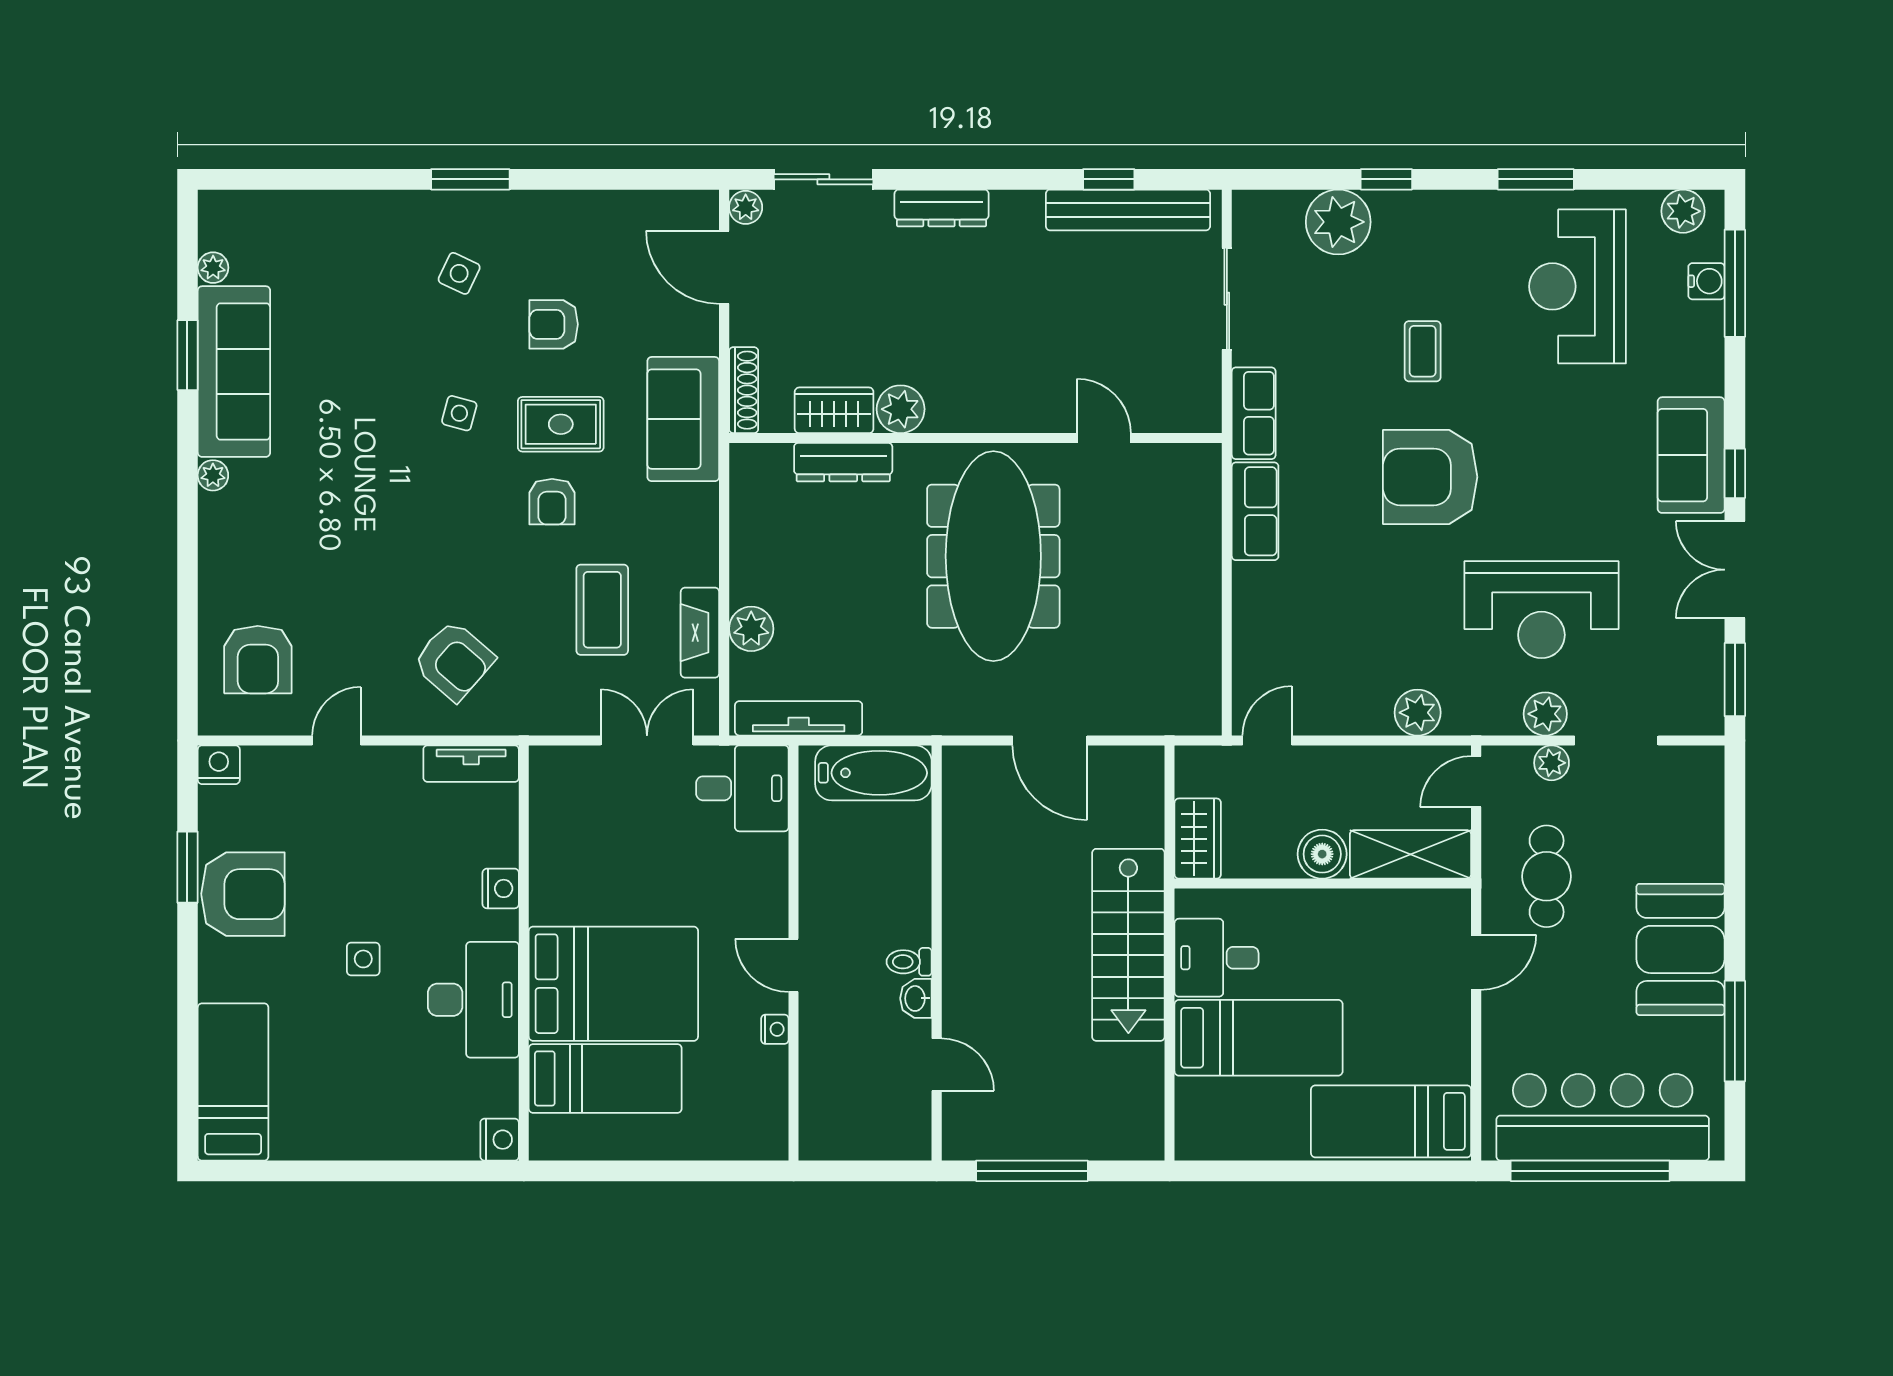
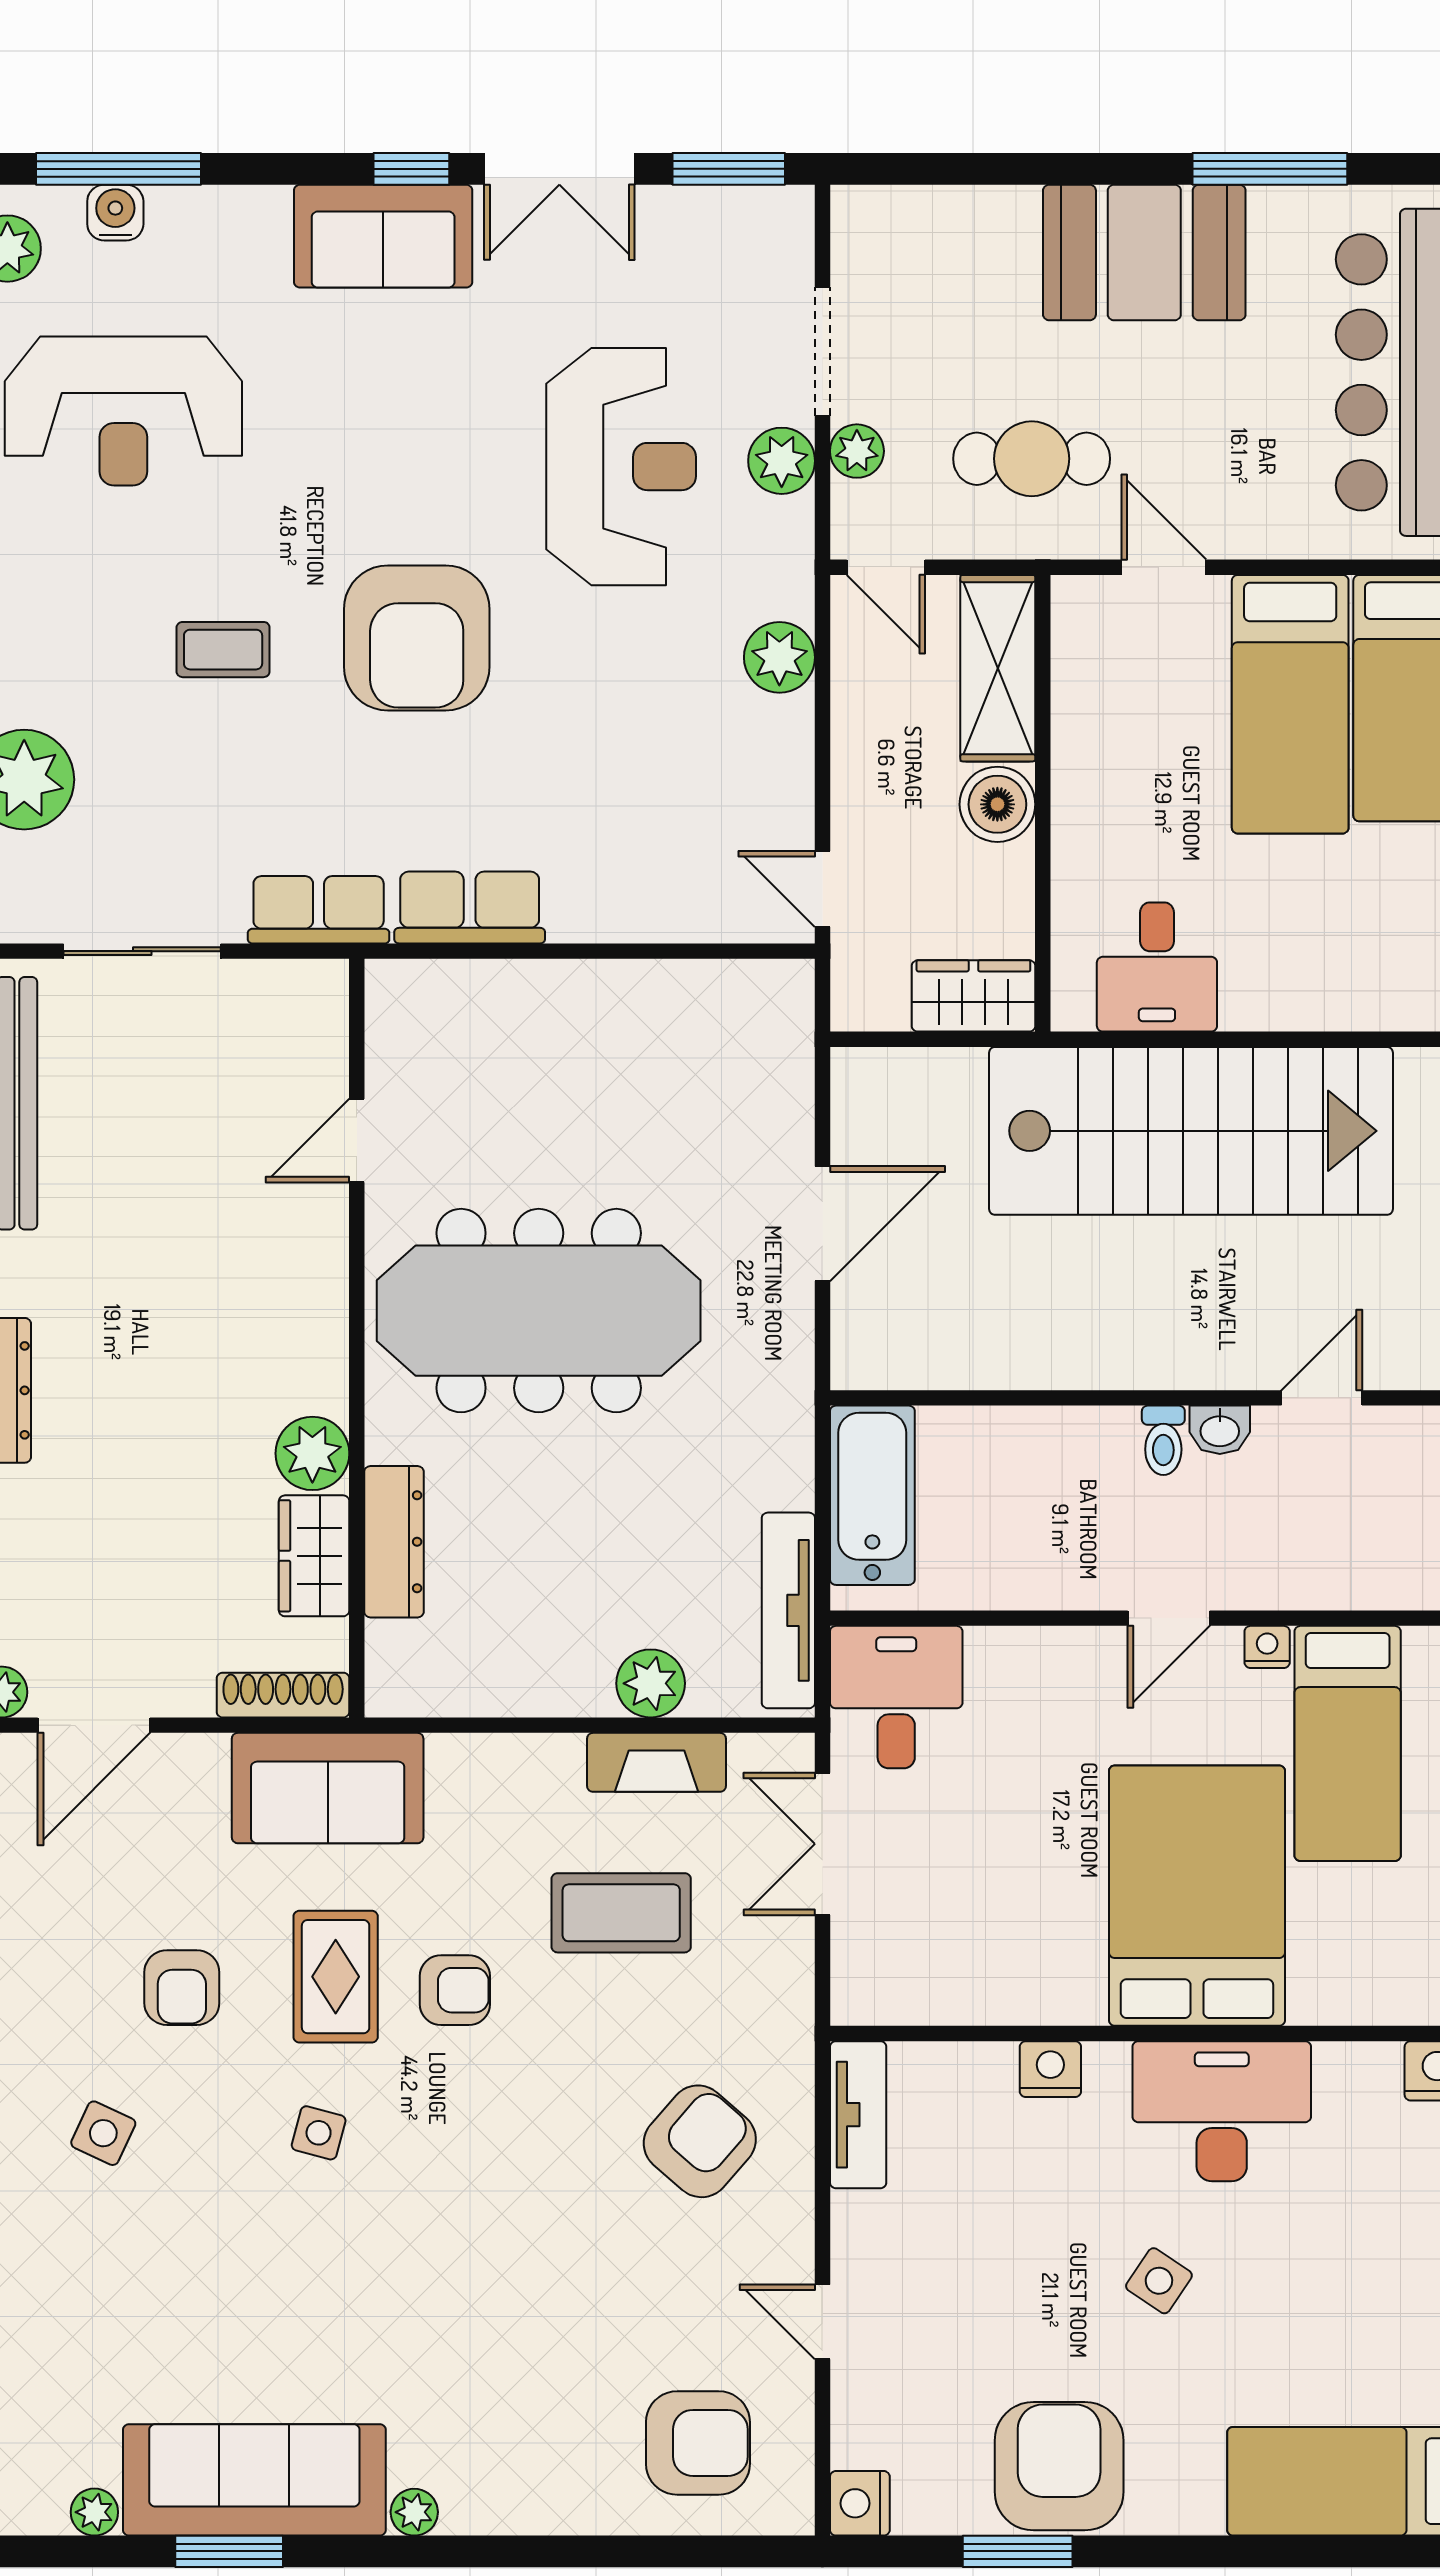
stairs: (1128, 945) -> (1191, 1131), width x1.36, depth x1.51
side table: (363, 959) -> (1159, 2281), turned 34
bed: (1259, 1038) -> (1290, 704), moved, turned 180
bed: (605, 1078) -> (1348, 1743), moved, turned 180

